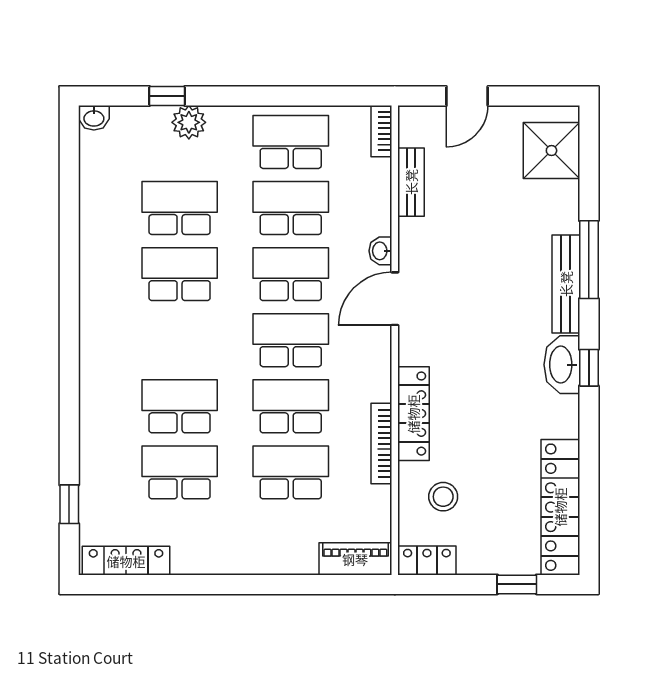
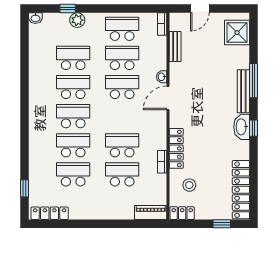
school desk: (291, 340) -> (73, 116), moved
bookcase: (381, 444) -> (162, 162), width x0.64

